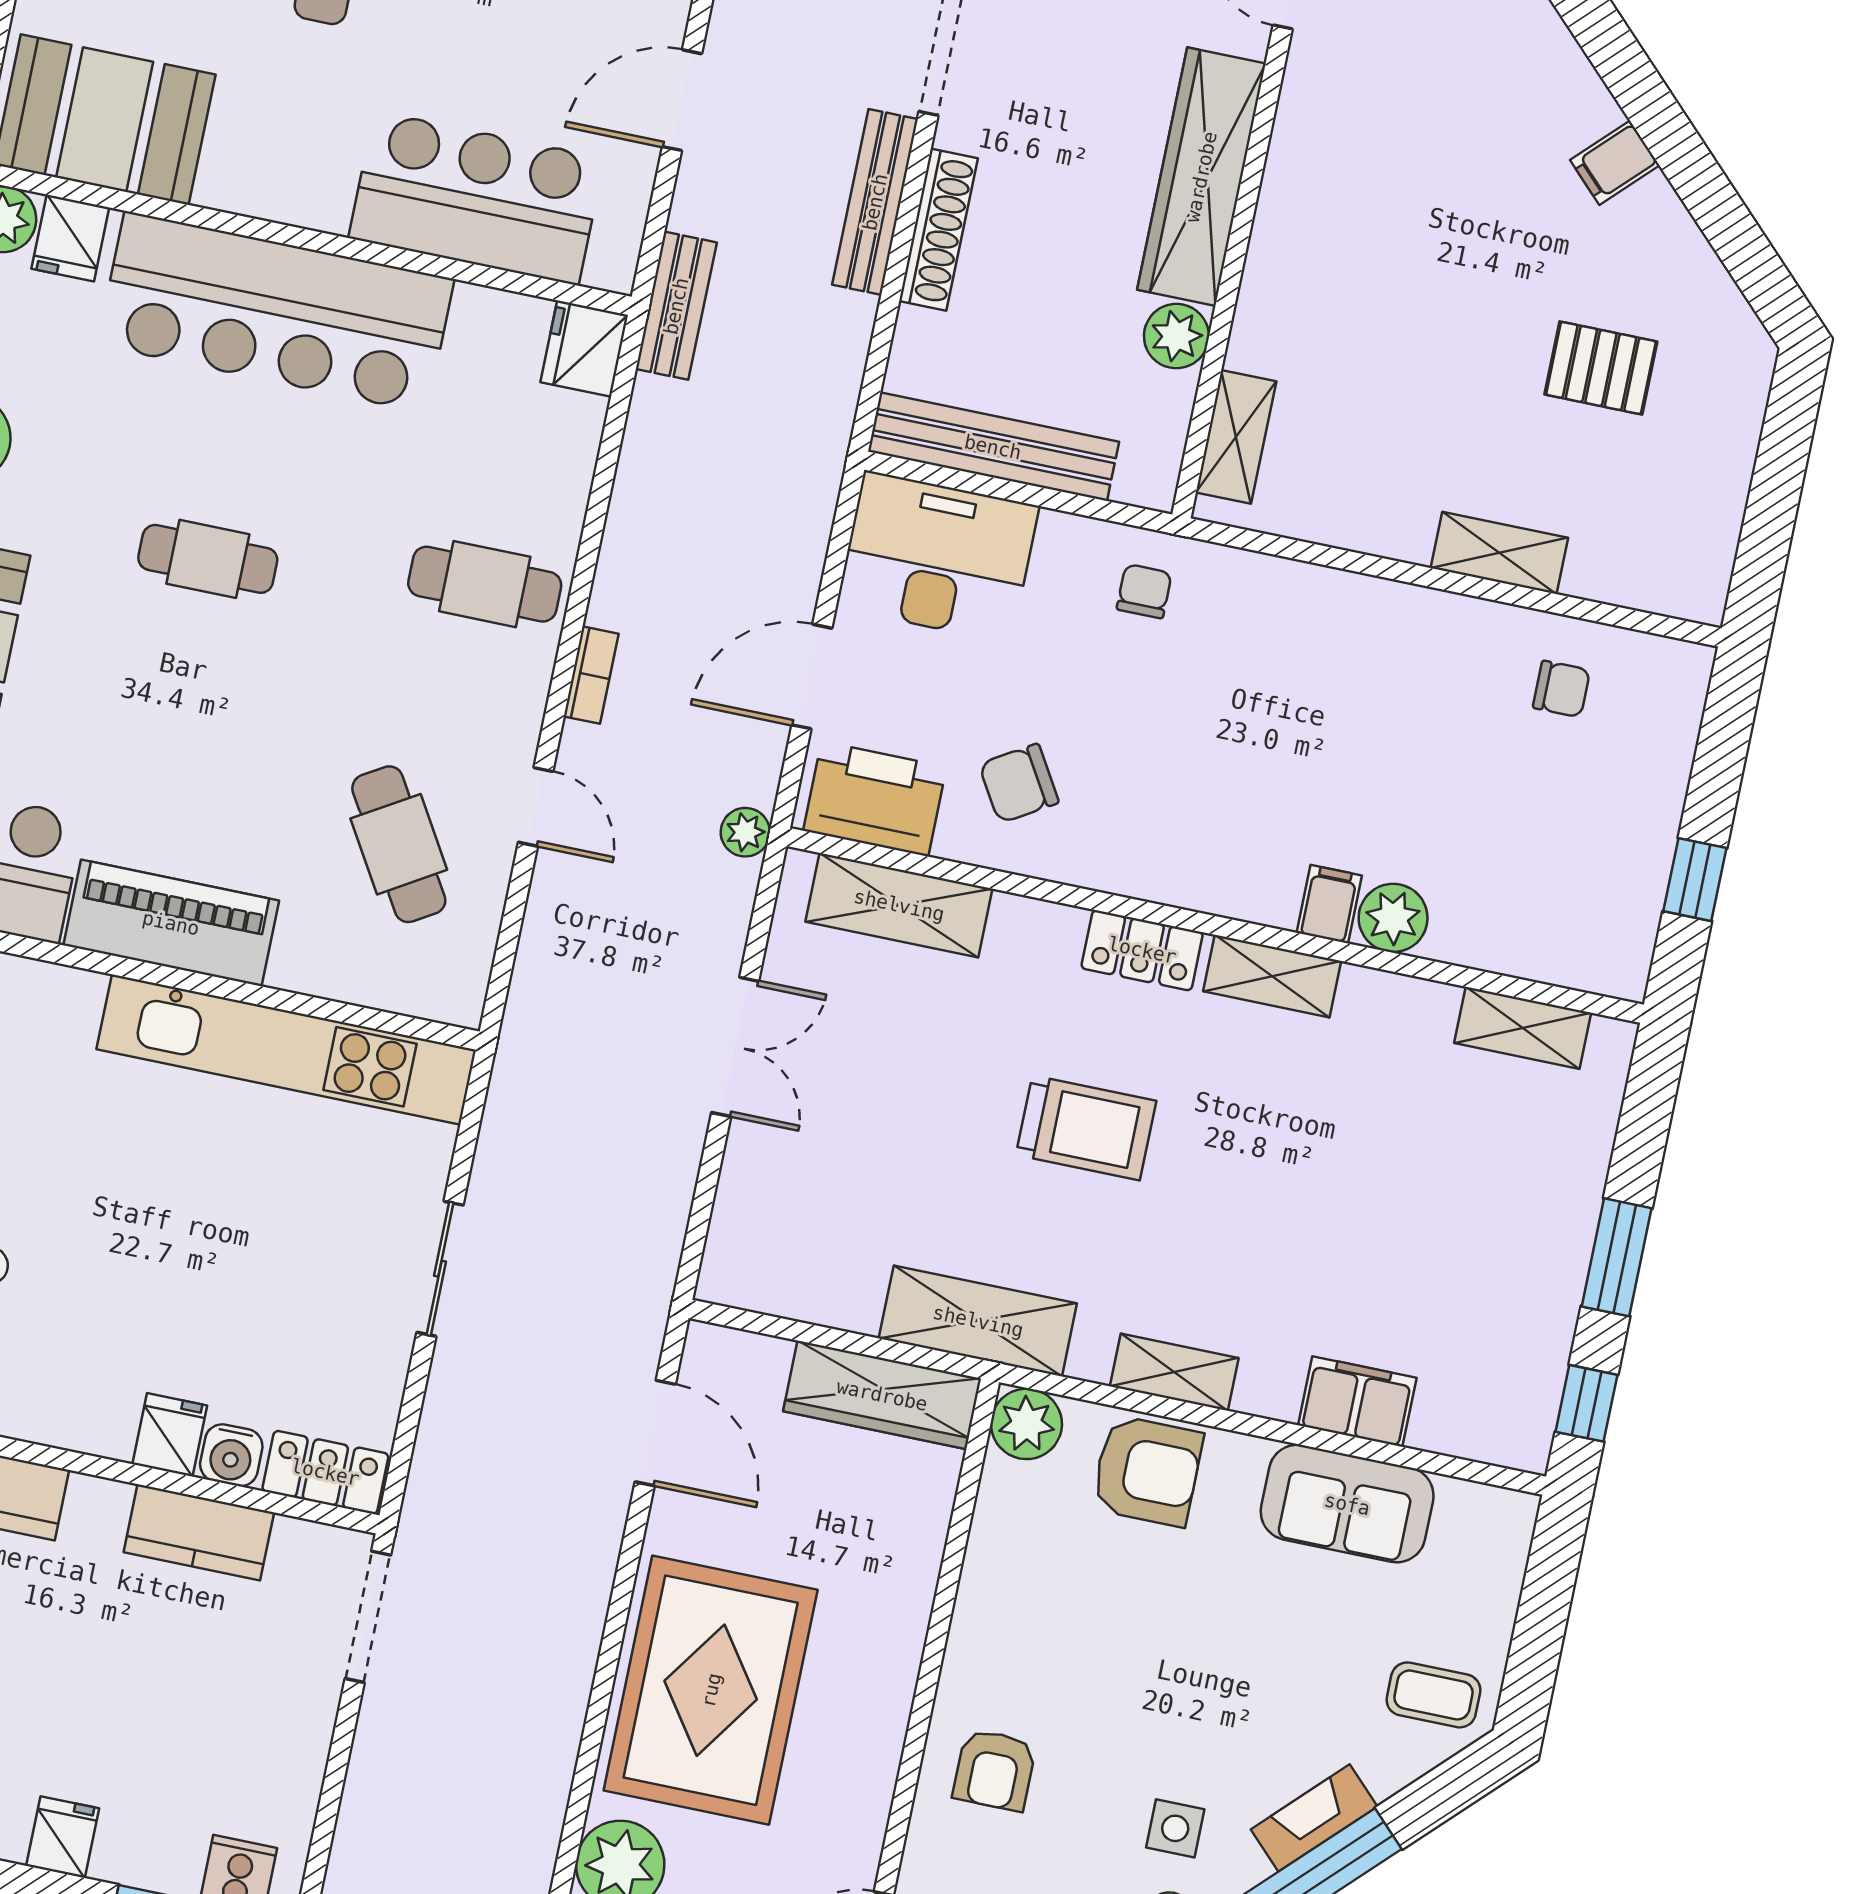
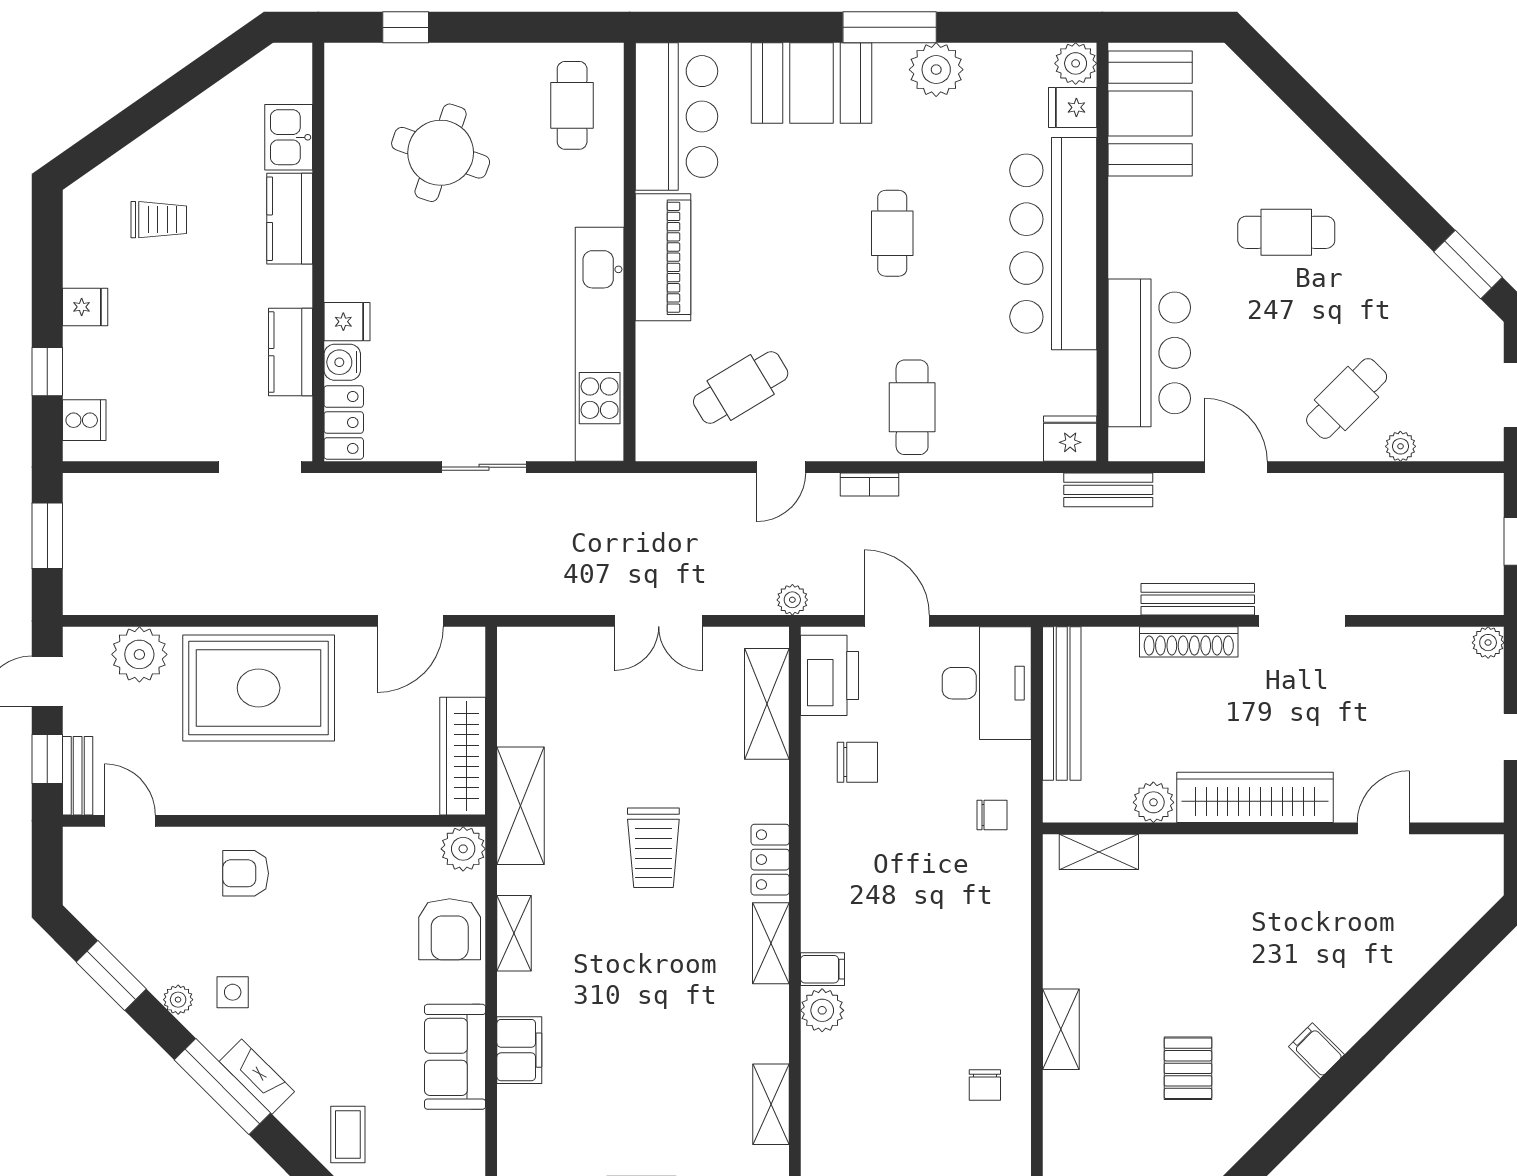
chair: (1019, 783) -> (857, 762), turned 121

